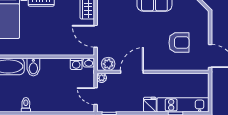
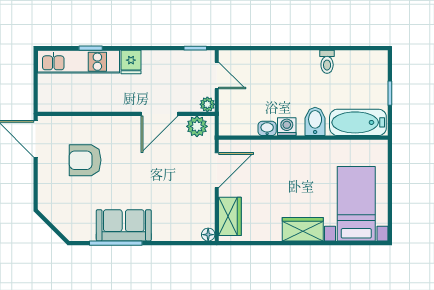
door: (96, 36) -> (217, 170), hinge flipped
washbasin: (89, 63) -> (267, 128), moved
washing machine: (76, 64) -> (287, 127), moved

